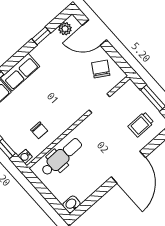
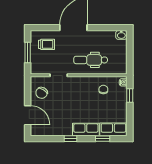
plant: (65, 29) -> (41, 131), removed
window: (41, 36) -> (70, 139), moved
dental chair: (62, 157) -> (91, 60), moved

